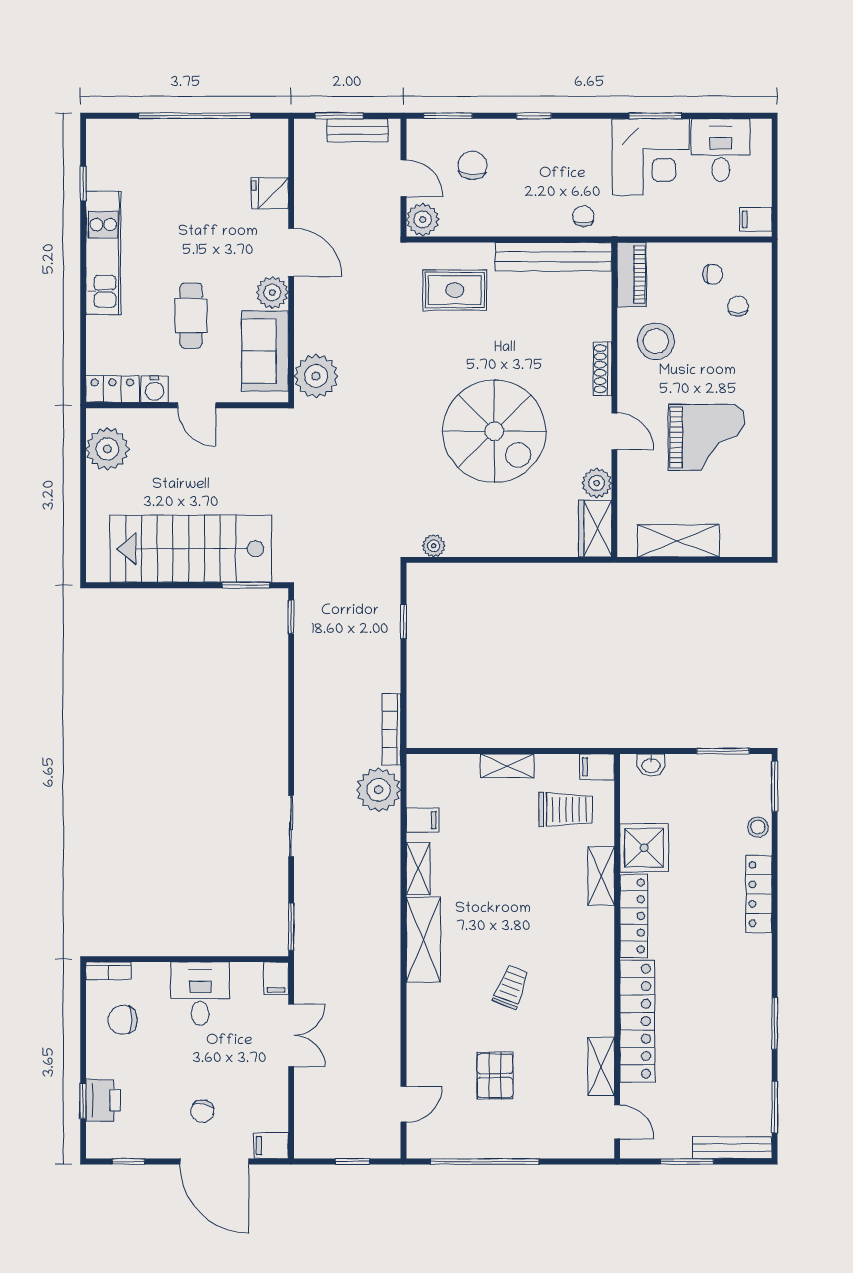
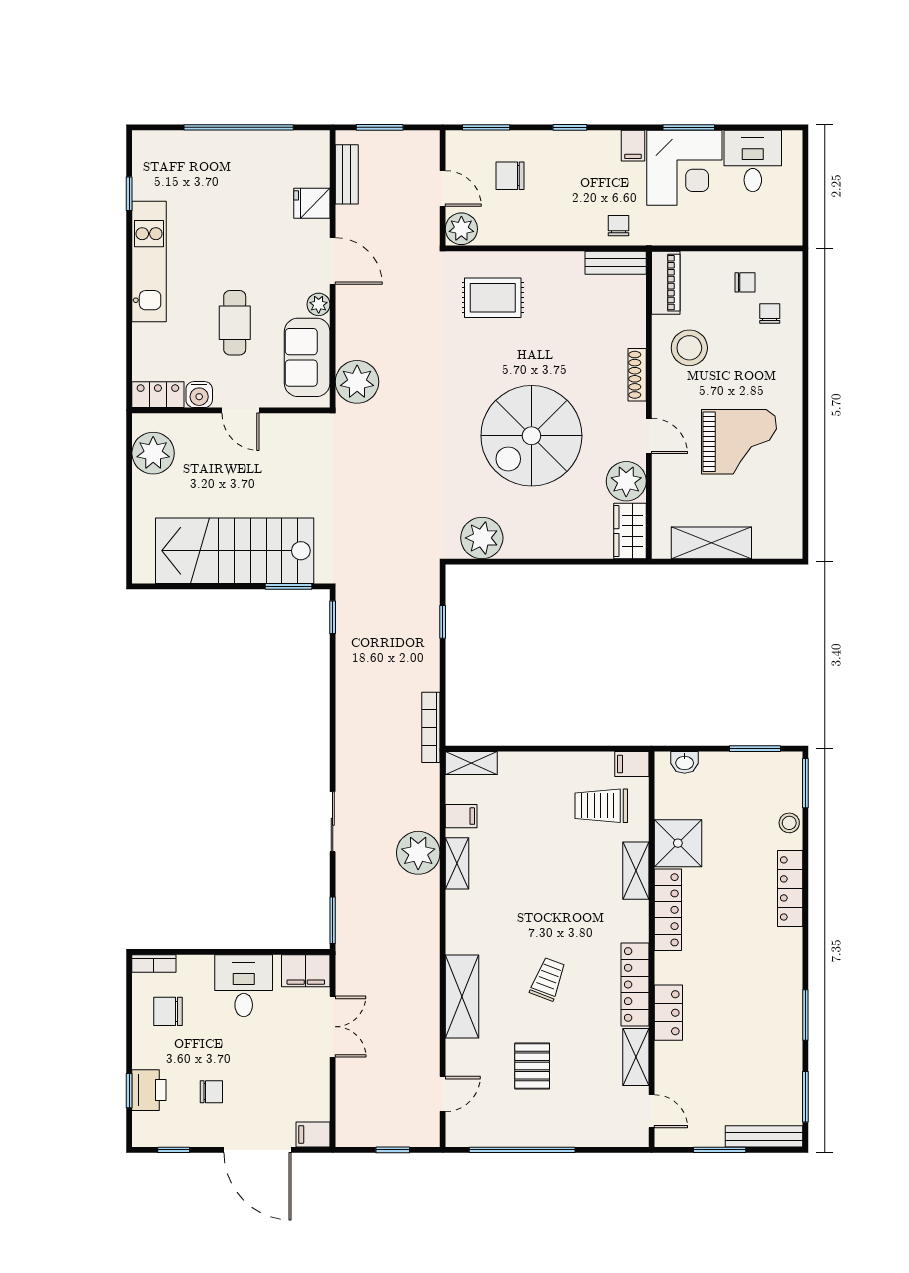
bench: (357, 130) -> (347, 174), moved, turned 90
chair: (472, 165) -> (510, 176), turned -93
filing cabinet: (756, 219) -> (633, 146), moved, turned -90
bench: (553, 257) -> (616, 263), width x0.54, depth x0.82
plant: (272, 292) -> (319, 304), width x0.73, depth x0.73
spiral stairs: (494, 431) -> (531, 436), turned 90
plant: (597, 483) -> (626, 481), width x1.36, depth x1.36
plant: (434, 546) -> (482, 538), width x1.88, depth x1.88
shelving: (507, 766) -> (471, 763), moved
plant: (379, 790) -> (418, 853), moved
trolley: (566, 809) -> (601, 806), turned 180
shelving: (423, 940) -> (462, 996), moved
filing cabinet: (276, 978) -> (306, 971), width x2.00
locker: (600, 992) -> (635, 984), added
locker: (637, 1021) -> (668, 1013), width x0.46, depth x0.83
chair: (202, 1111) -> (211, 1092), moved, turned -102

